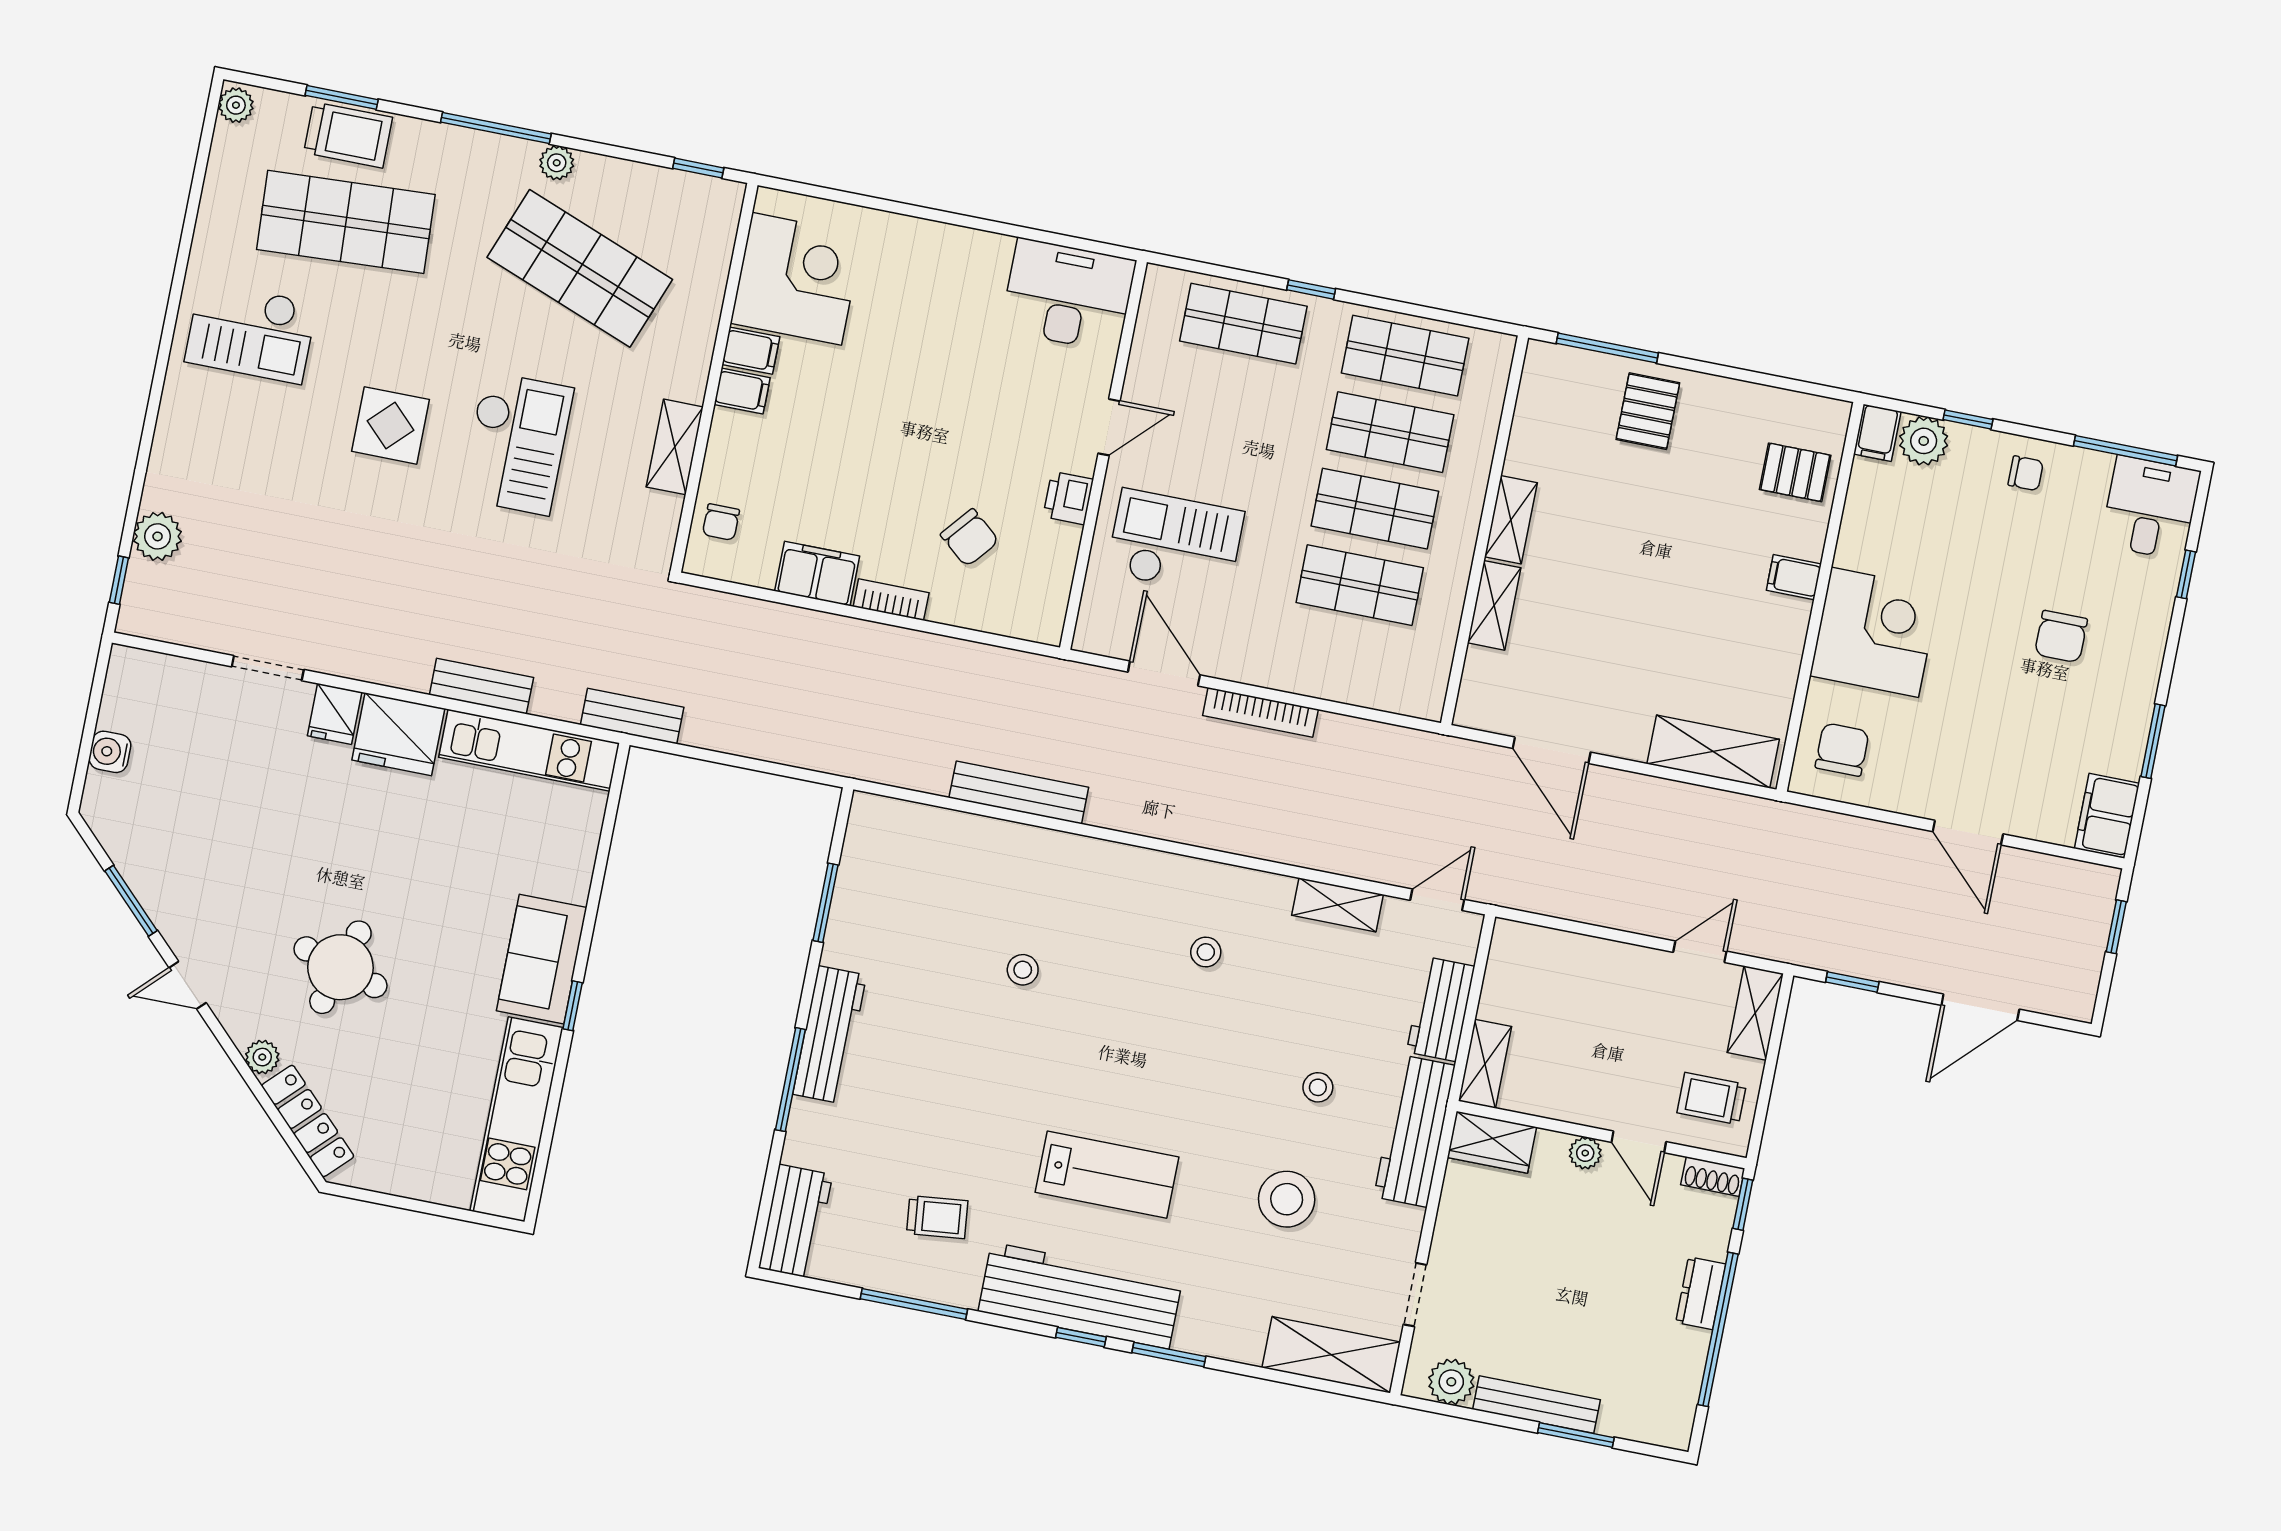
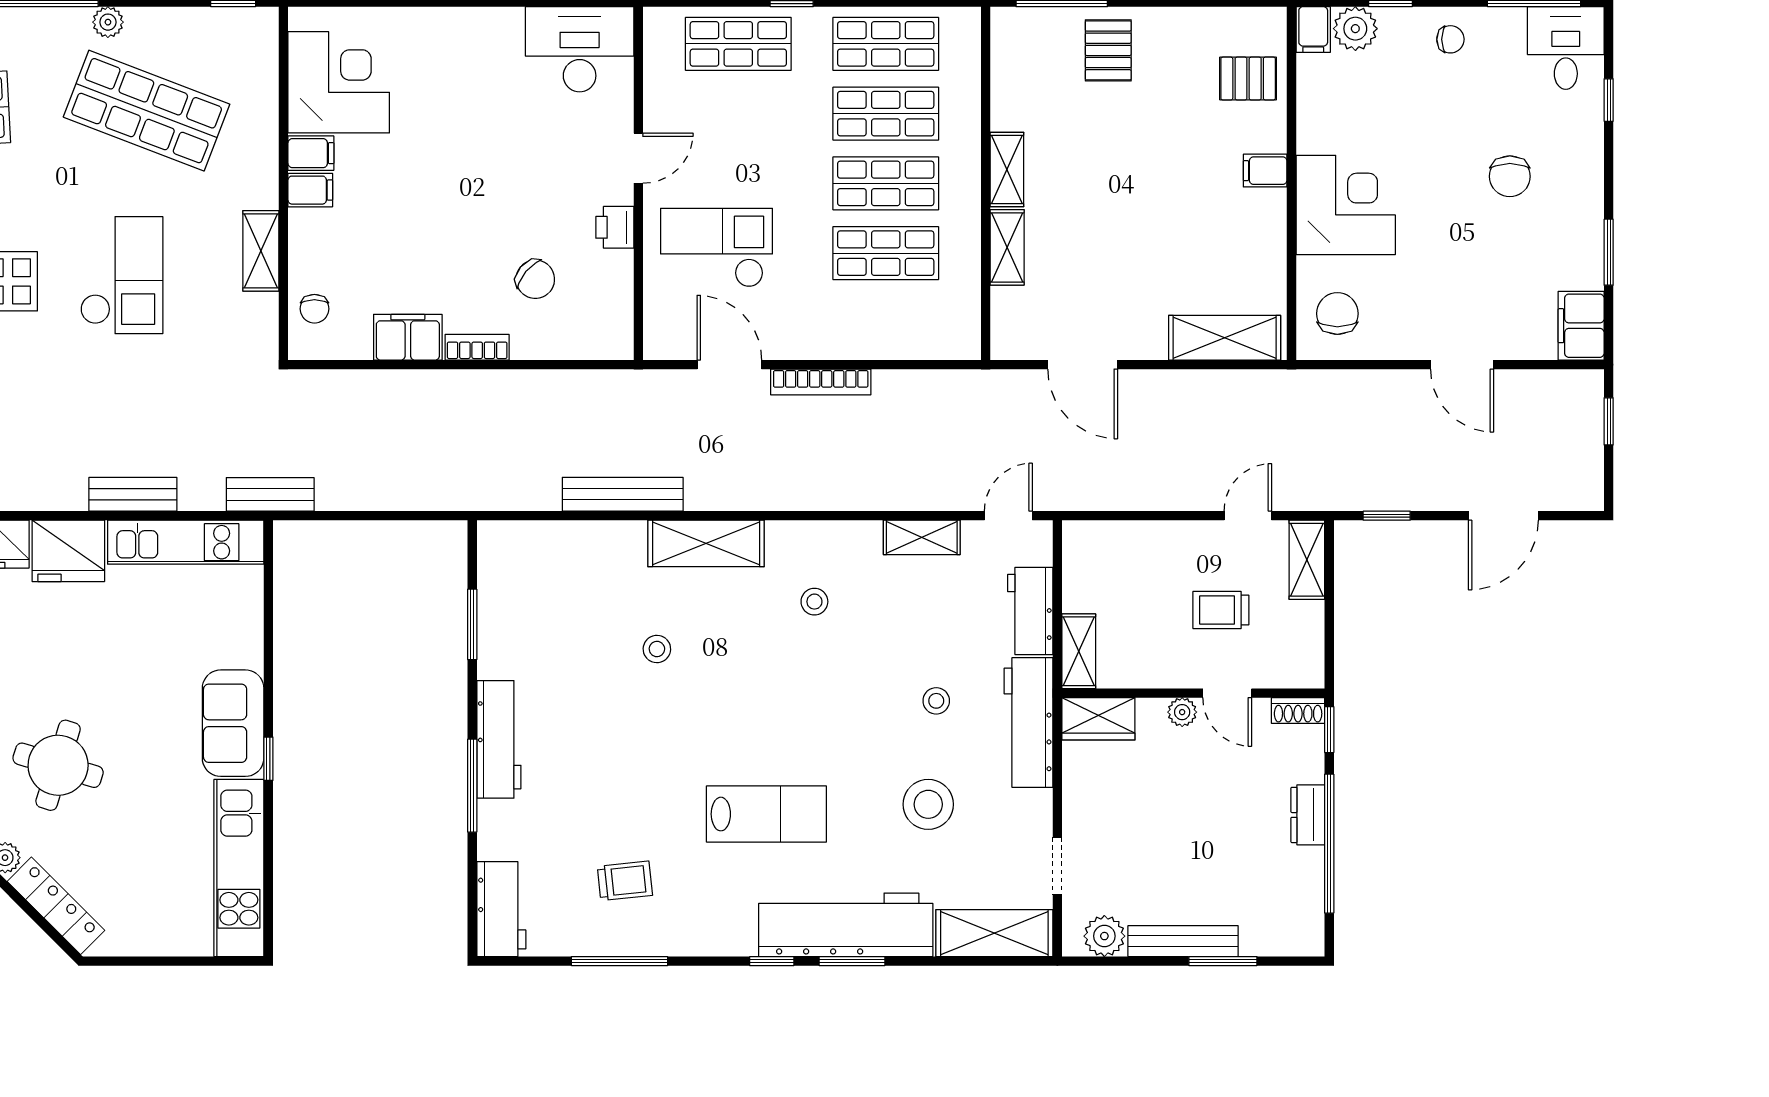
shelving: (1100, 865) -> (706, 543), added
trolley: (1712, 1099) -> (1221, 610), moved
workbench: (1080, 1296) -> (846, 925), moved

